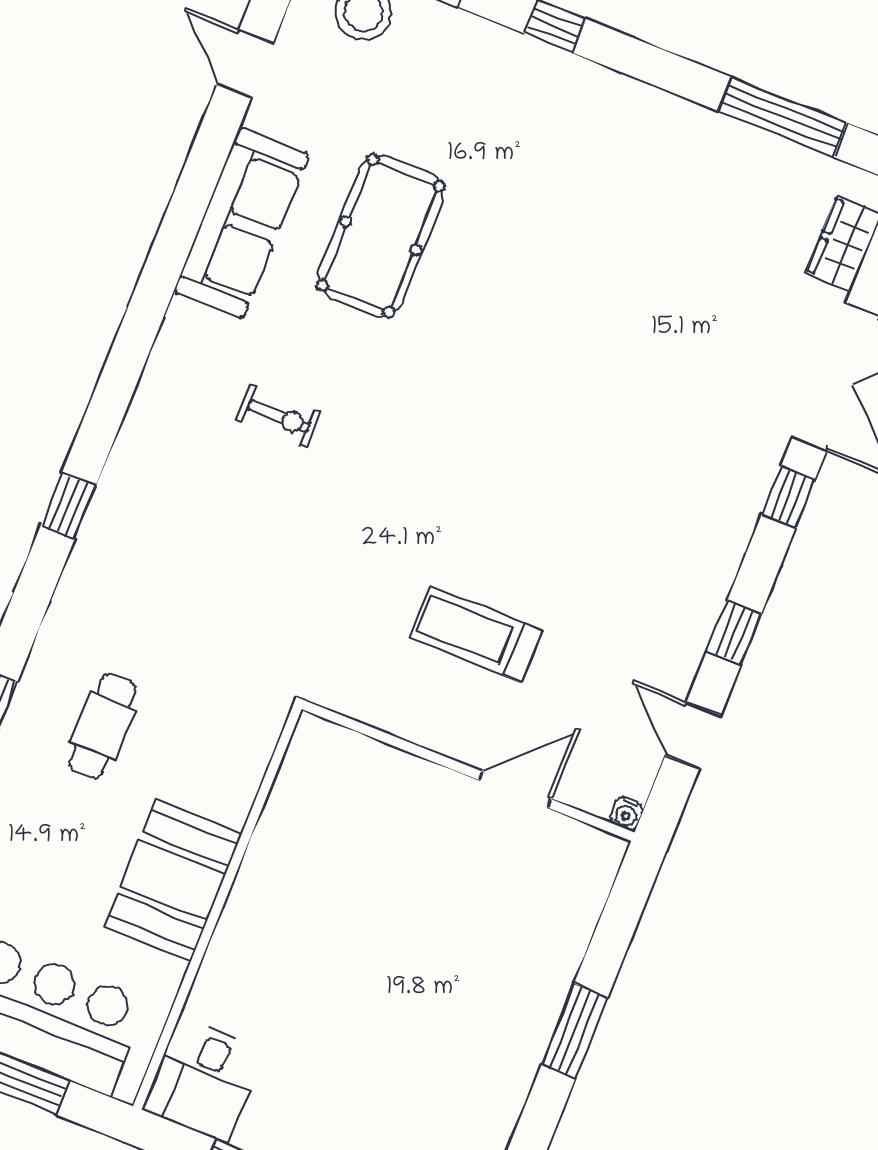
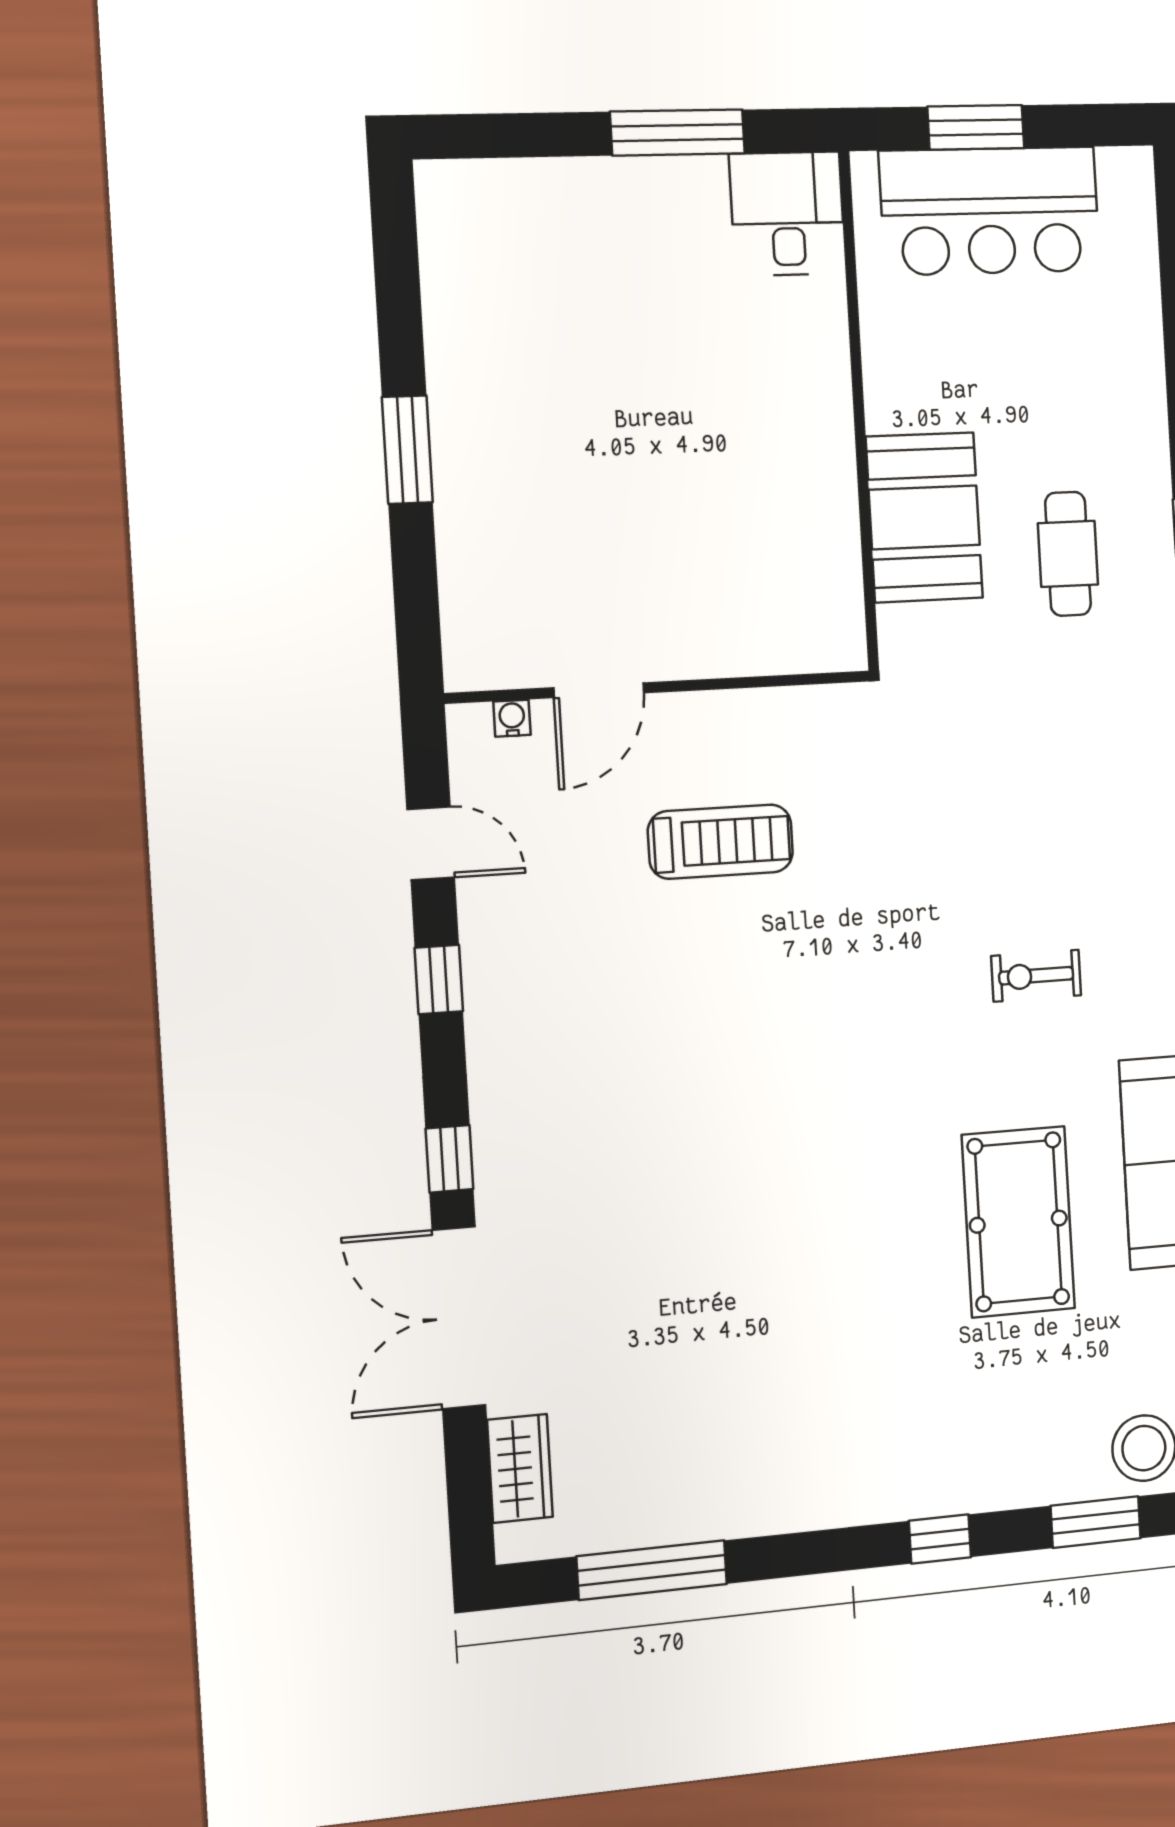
water cooler: (627, 814) -> (512, 718), moved
booth: (173, 880) -> (924, 517), moved

